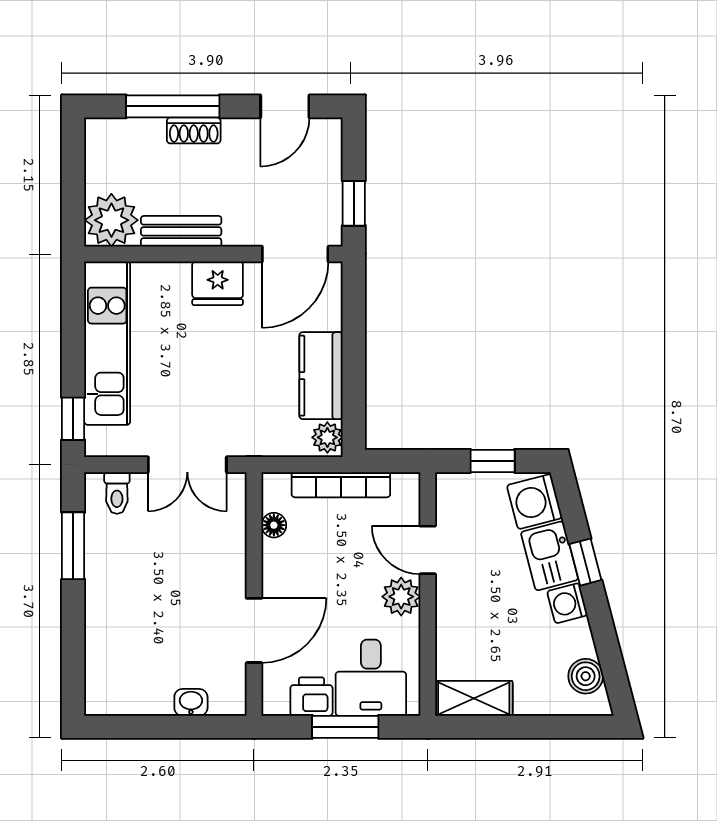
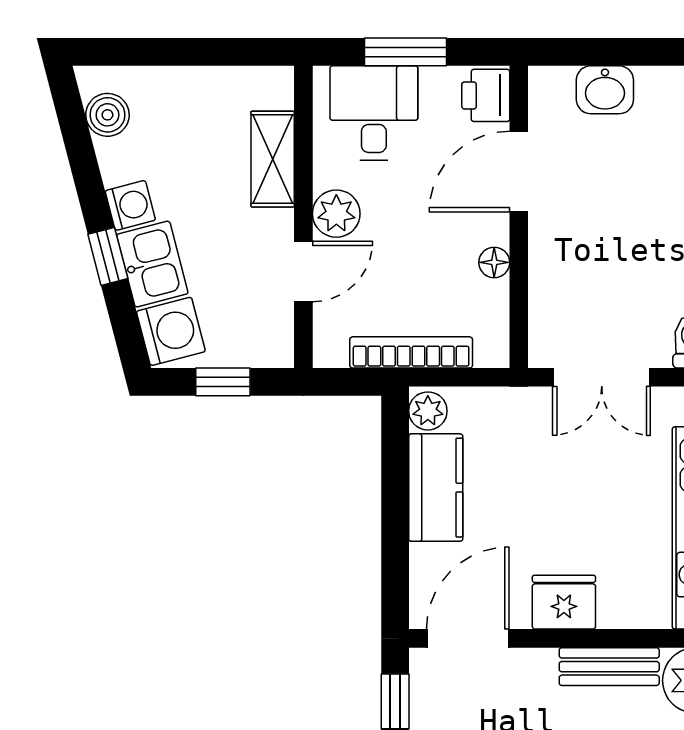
double door: (187, 465) -> (602, 377), swing flipped
floor lamp: (274, 525) -> (494, 262), moved
door: (428, 550) -> (303, 271), hinge flipped
printer: (311, 697) -> (486, 95), moved, turned 90
shelving: (474, 698) -> (273, 159), moved, turned 90
washbasin: (191, 702) -> (605, 90), width x1.38, depth x1.45

